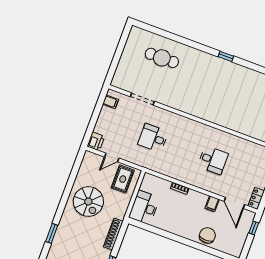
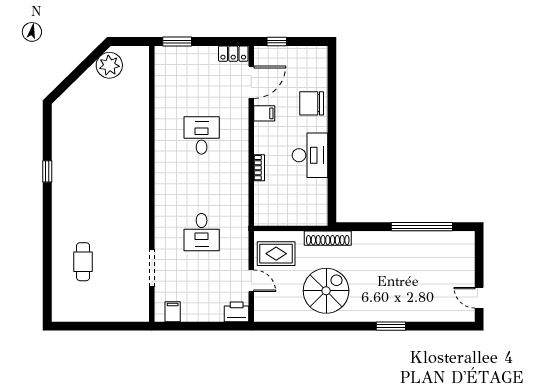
cafe table: (162, 58) -> (83, 262), width x0.73, depth x0.74
desk: (144, 207) -> (310, 155), moved, turned -90
shoe rack: (113, 234) -> (328, 238), moved

